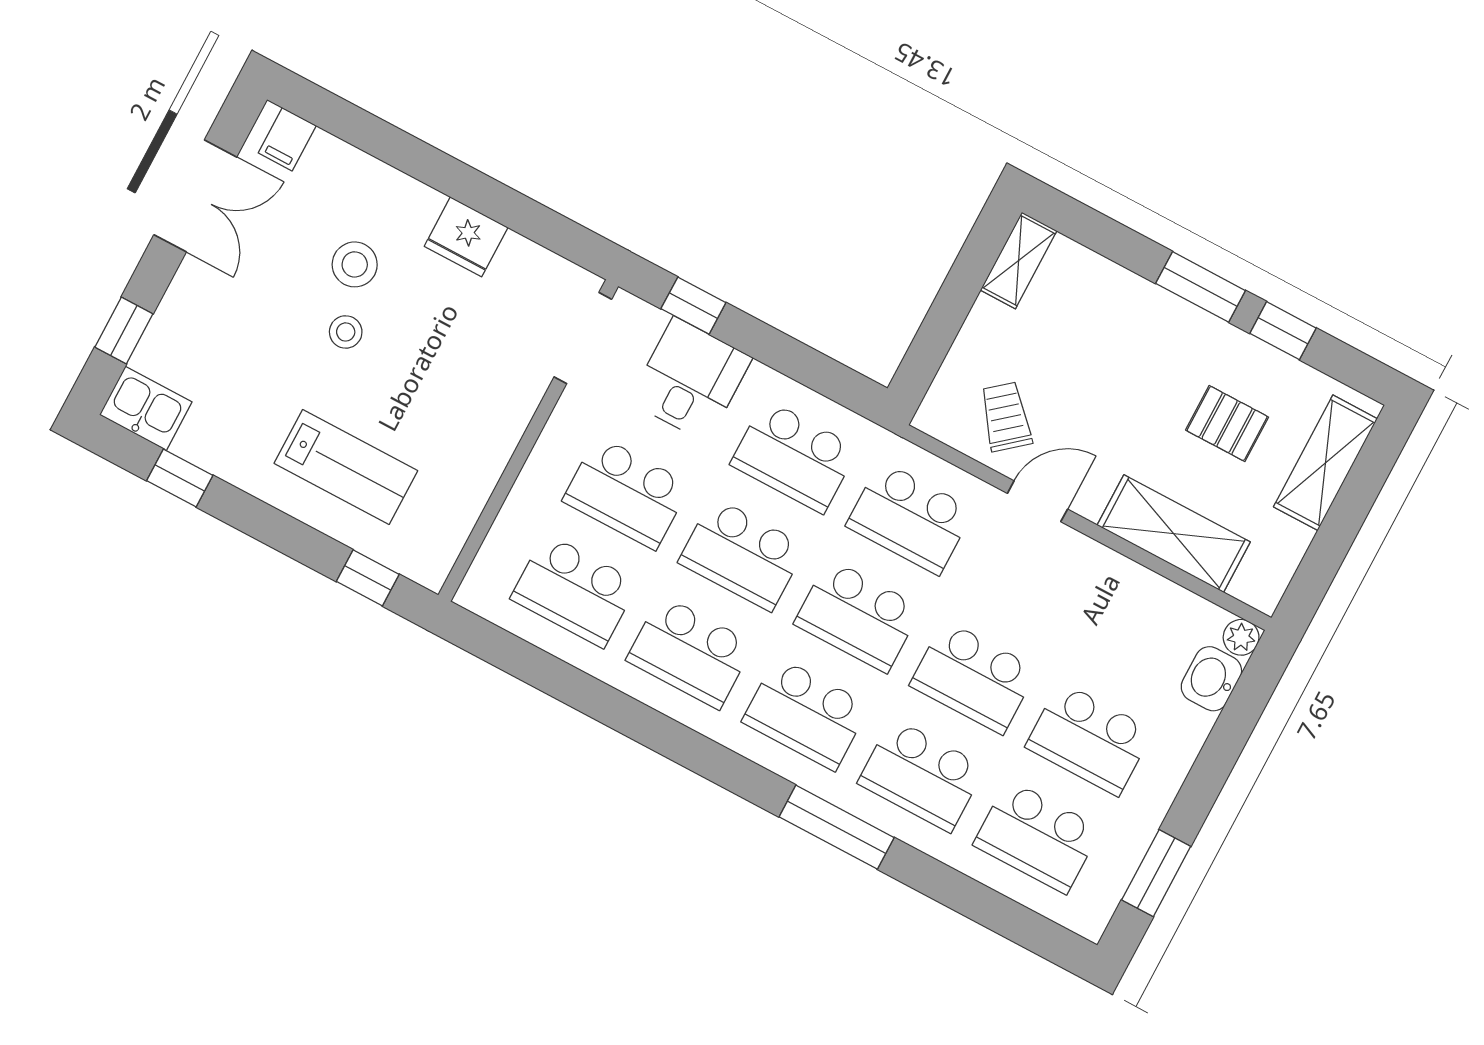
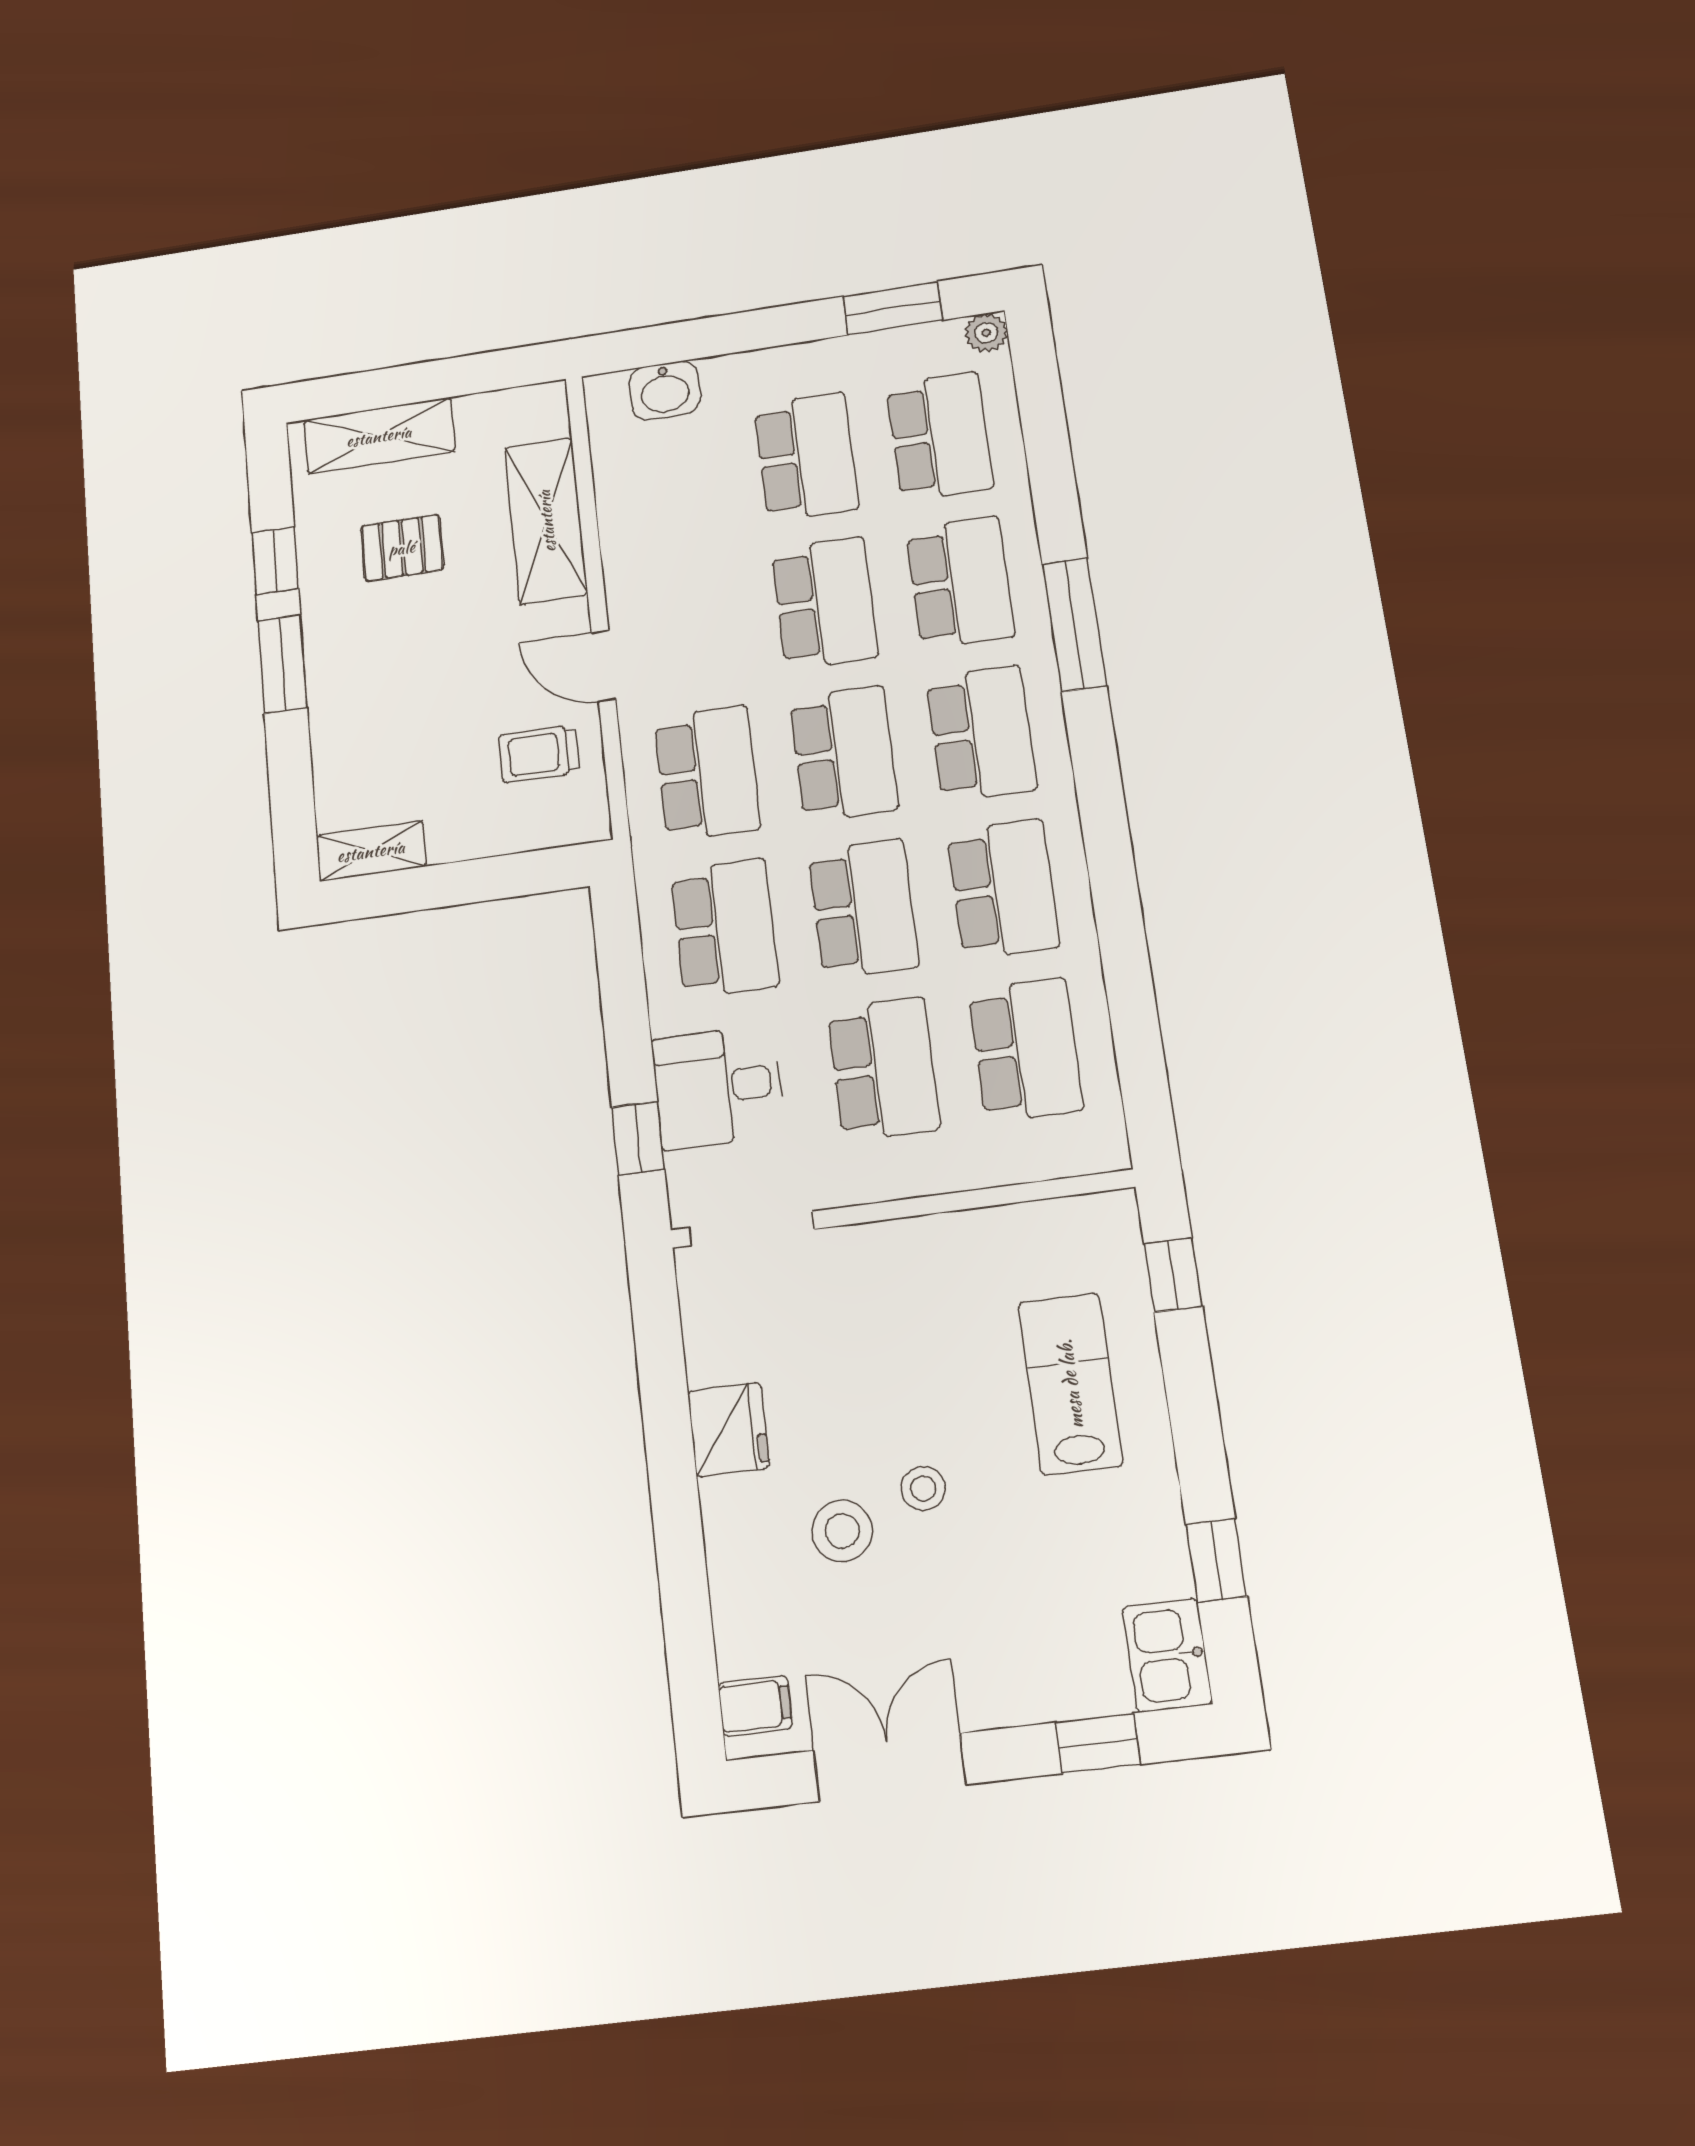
trolley: (1006, 417) -> (539, 754), turned 40
pallet: (1227, 424) -> (402, 548), turned 90
plant: (1241, 637) -> (986, 333), moved

